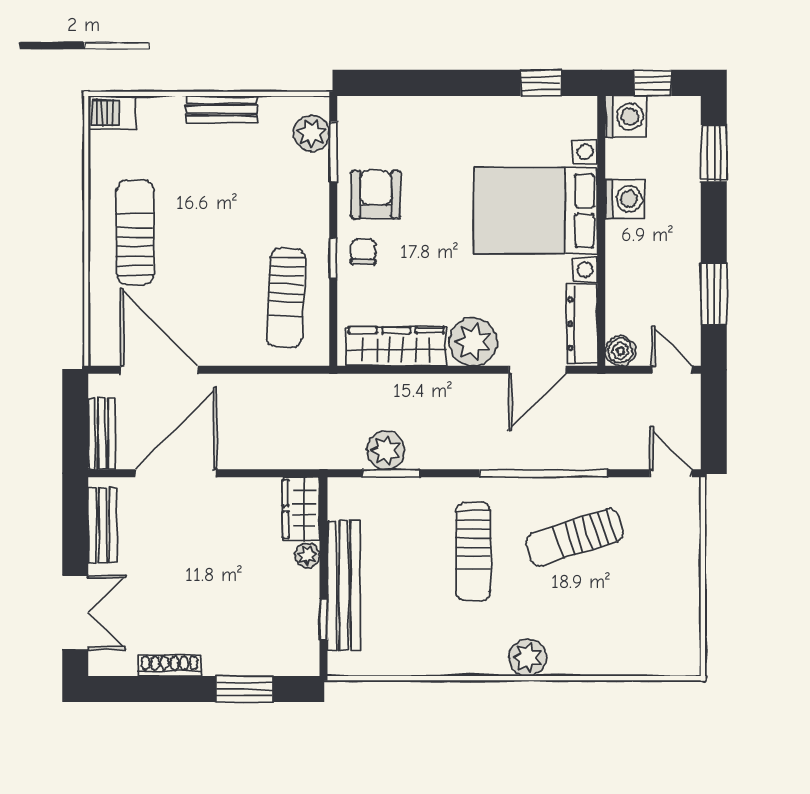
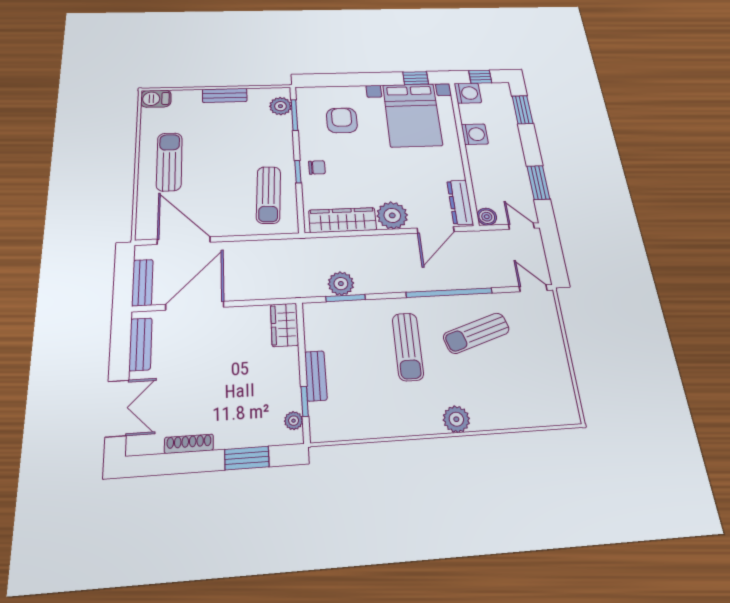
armchair: (376, 195) -> (342, 120), moved
bed with nightstands: (536, 211) -> (412, 115), moved, turned -90
chair: (363, 252) -> (317, 167), turned 90
plant: (307, 556) -> (294, 421), moved
bench: (344, 585) -> (316, 376), width x0.54, depth x0.82

